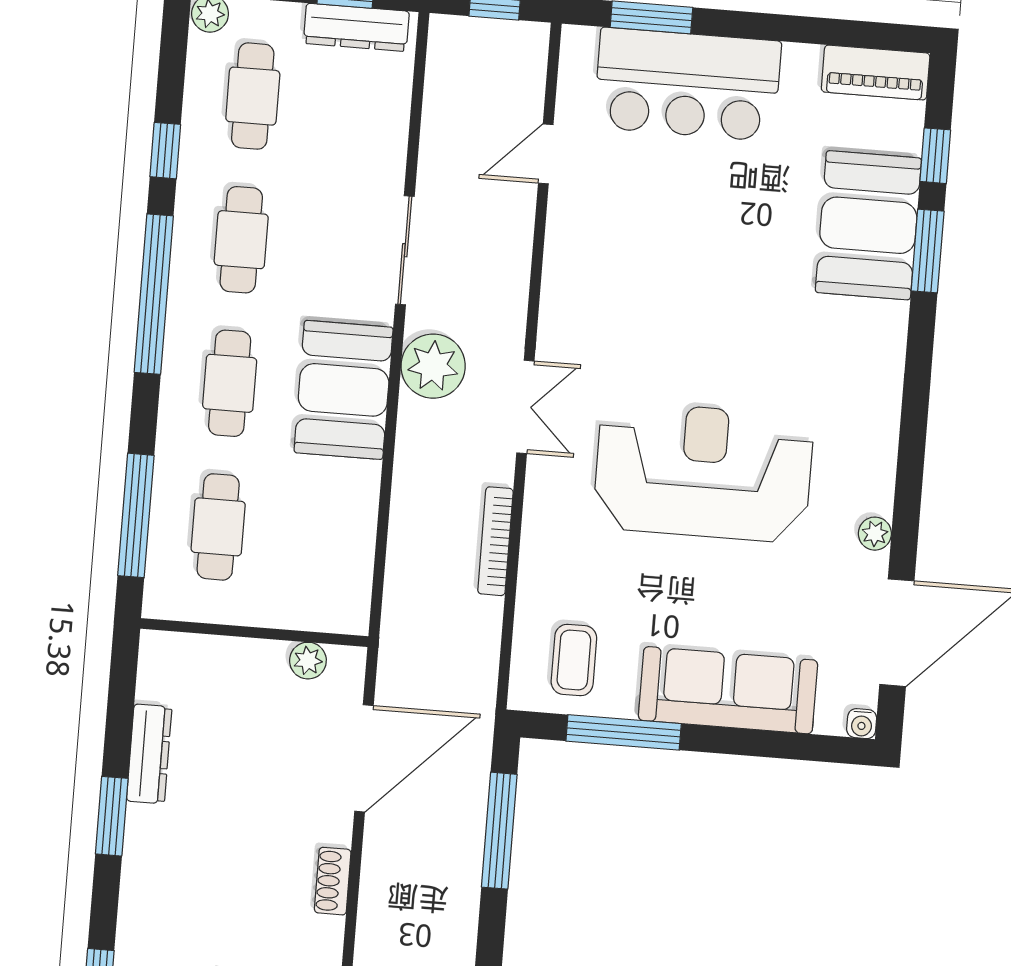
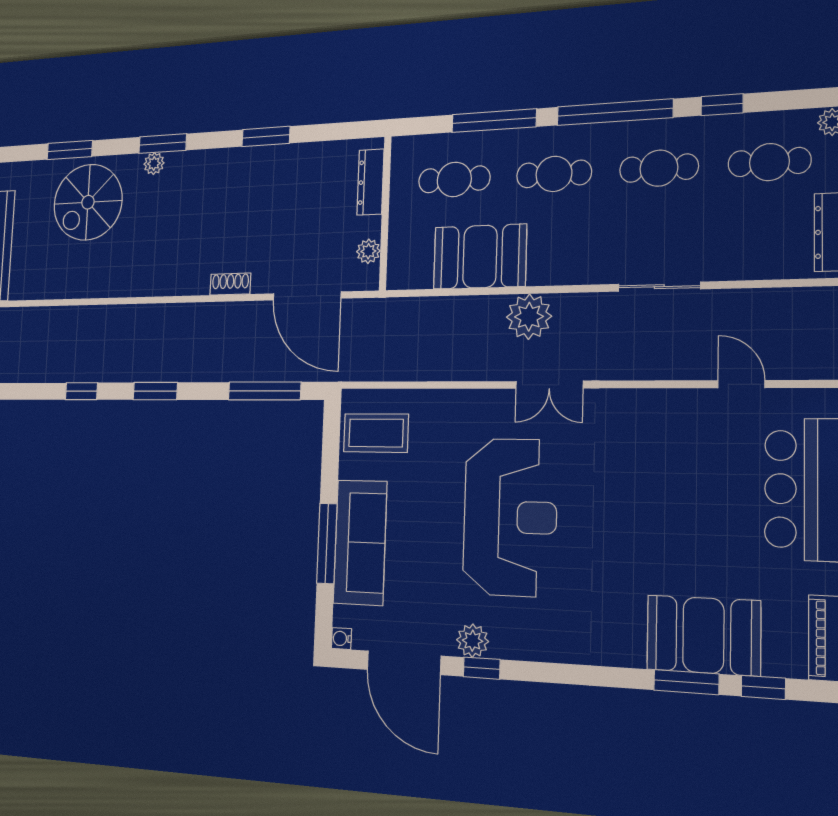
plant: (433, 366) -> (529, 317), moved
booth: (344, 390) -> (480, 257), moved
window: (136, 515) -> (494, 121), moved
window: (906, 522) -> (482, 668), added
plant: (875, 534) -> (473, 641), width x1.38, depth x1.38
bookcase: (495, 541) -> (454, 372), removed
coffee table: (574, 660) -> (376, 433), width x1.36, depth x1.30
window: (624, 732) -> (327, 543), moved
dresser: (149, 754) -> (371, 182), moved, turned 90

